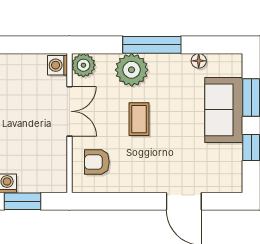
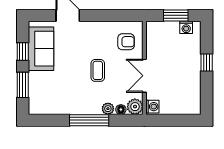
floor lamp: (199, 61) -> (121, 110), moved
plant: (132, 70) -> (108, 109), width x0.53, depth x0.53
sofa: (224, 110) -> (41, 49), moved

